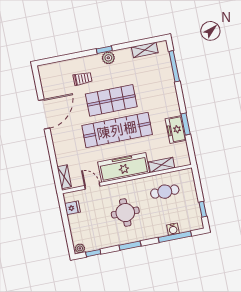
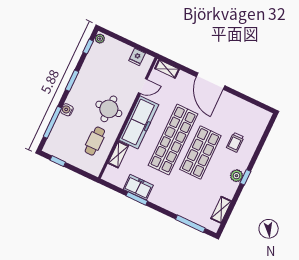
door: (44, 114) -> (211, 81), moved
round table: (125, 213) -> (109, 109), moved
water cooler: (173, 229) -> (67, 110), moved

